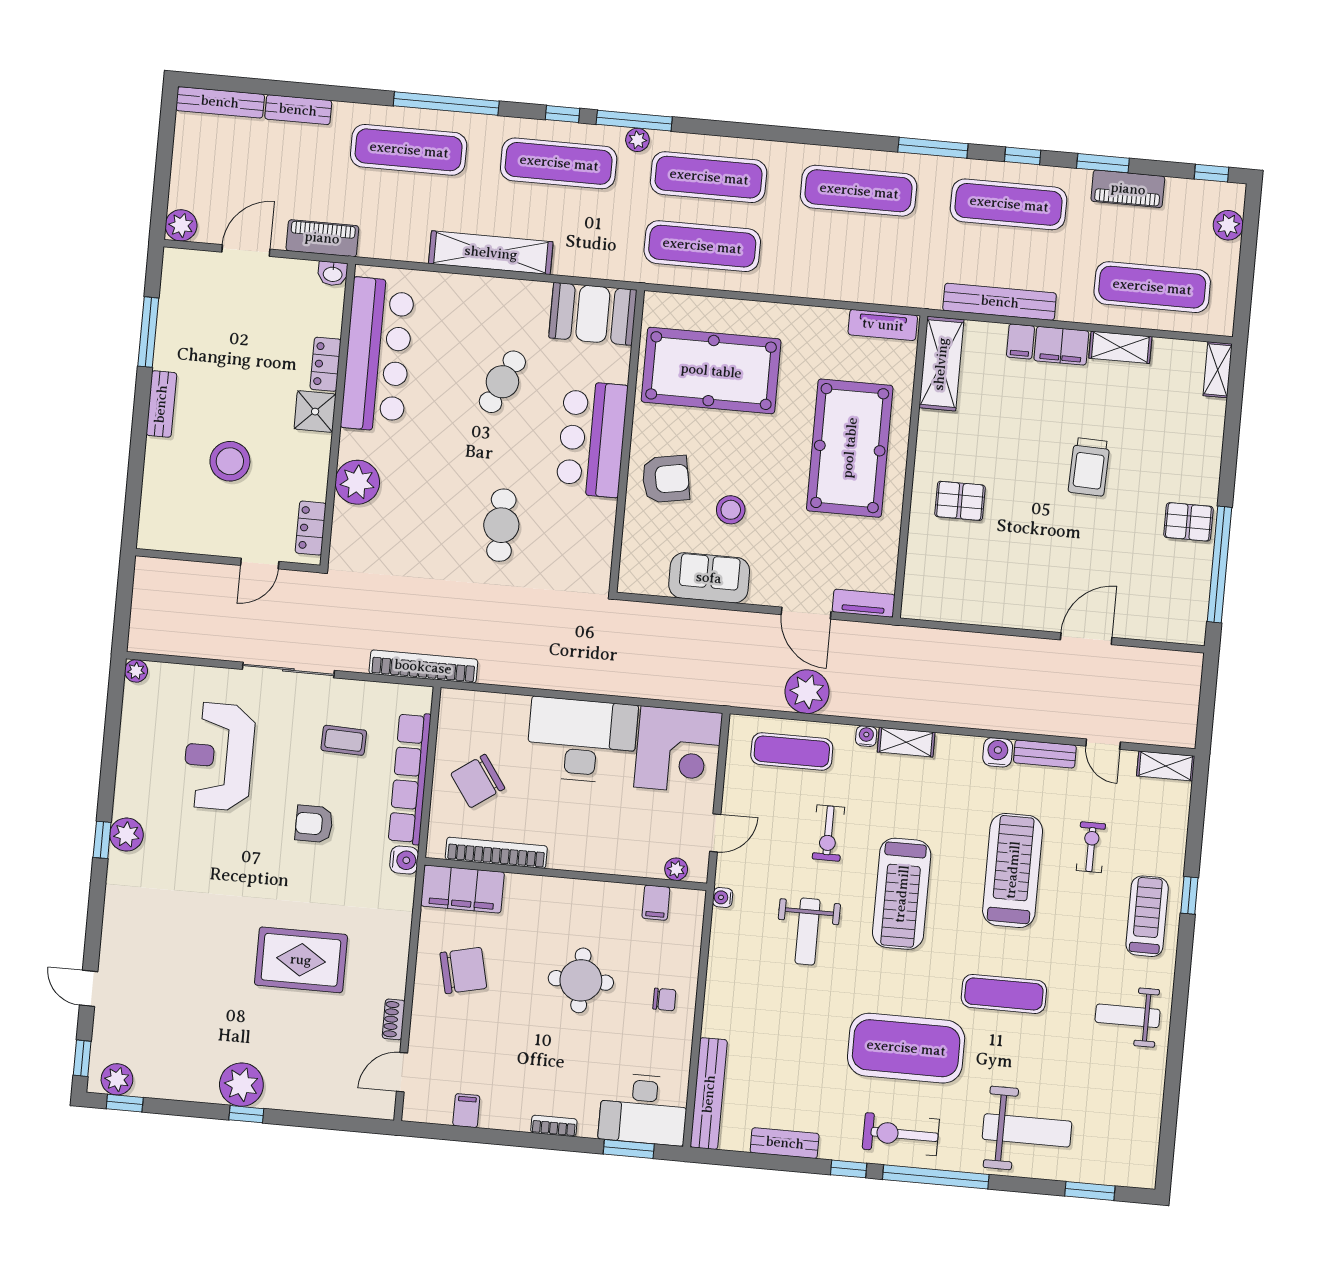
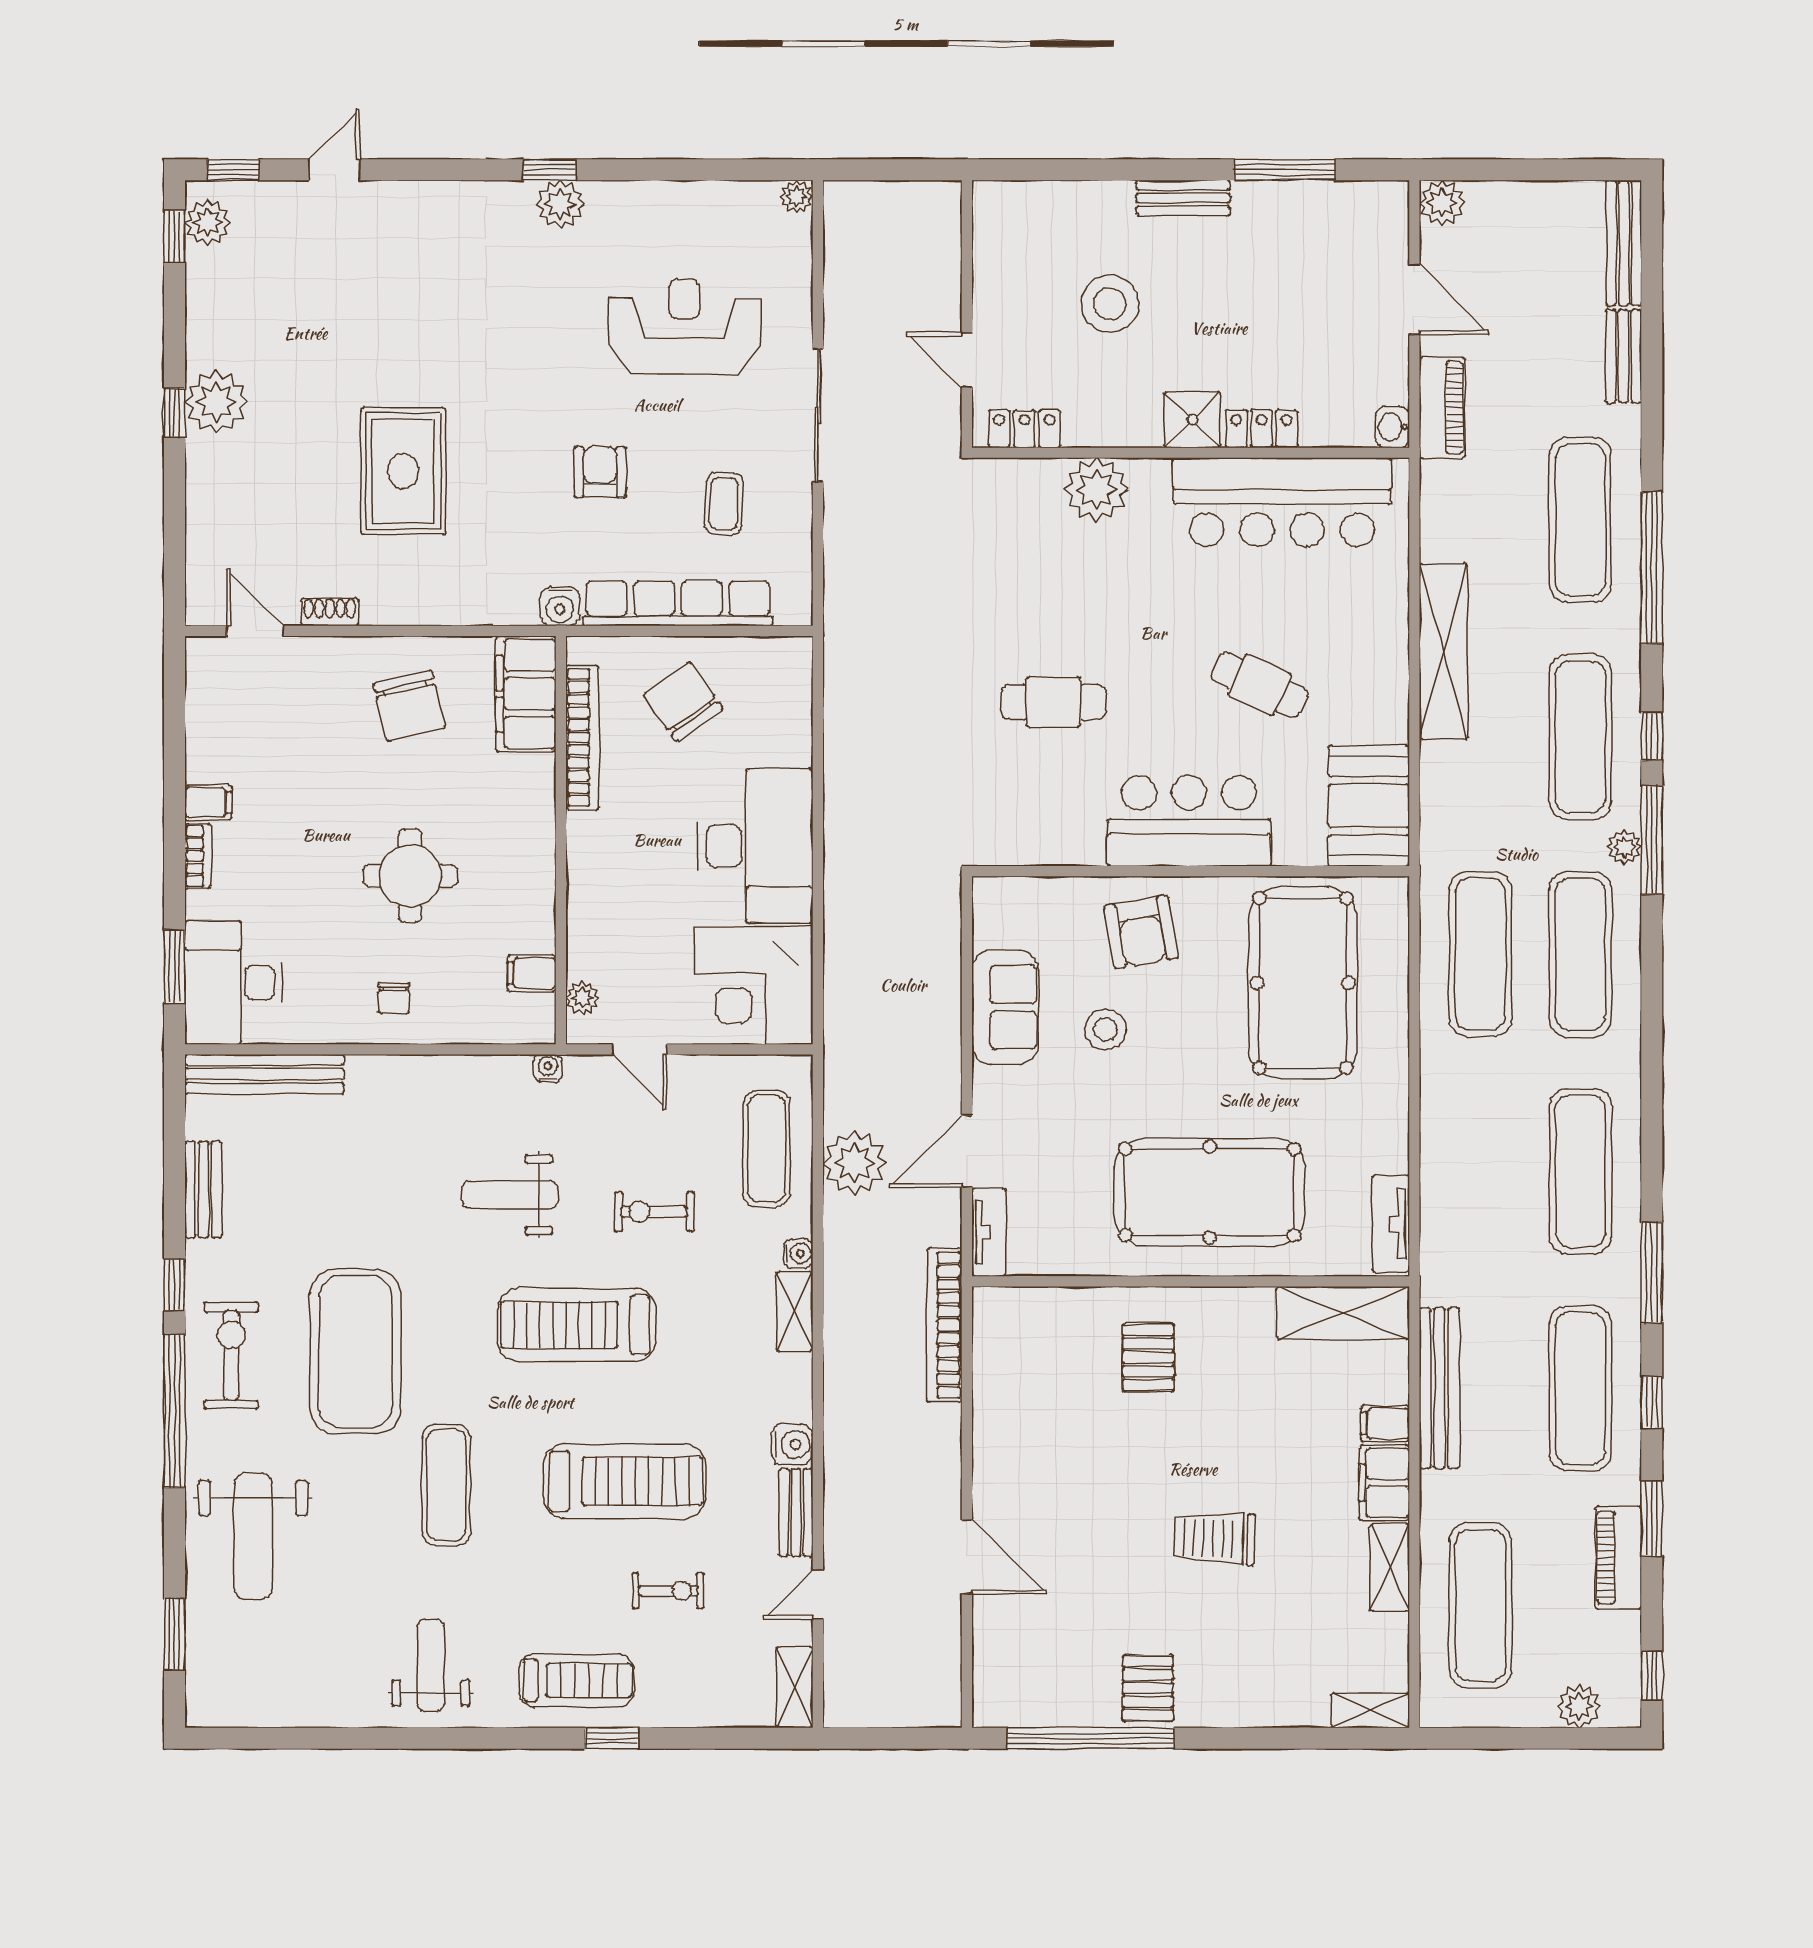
bookcase: (423, 667) -> (944, 1325), moved, turned 180
filing cabinet: (466, 1111) -> (208, 803), moved

